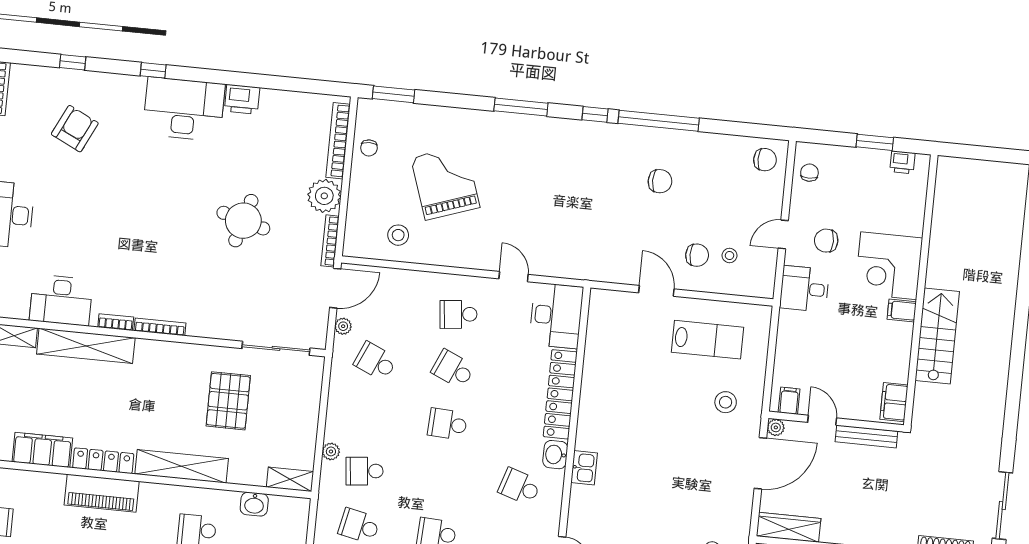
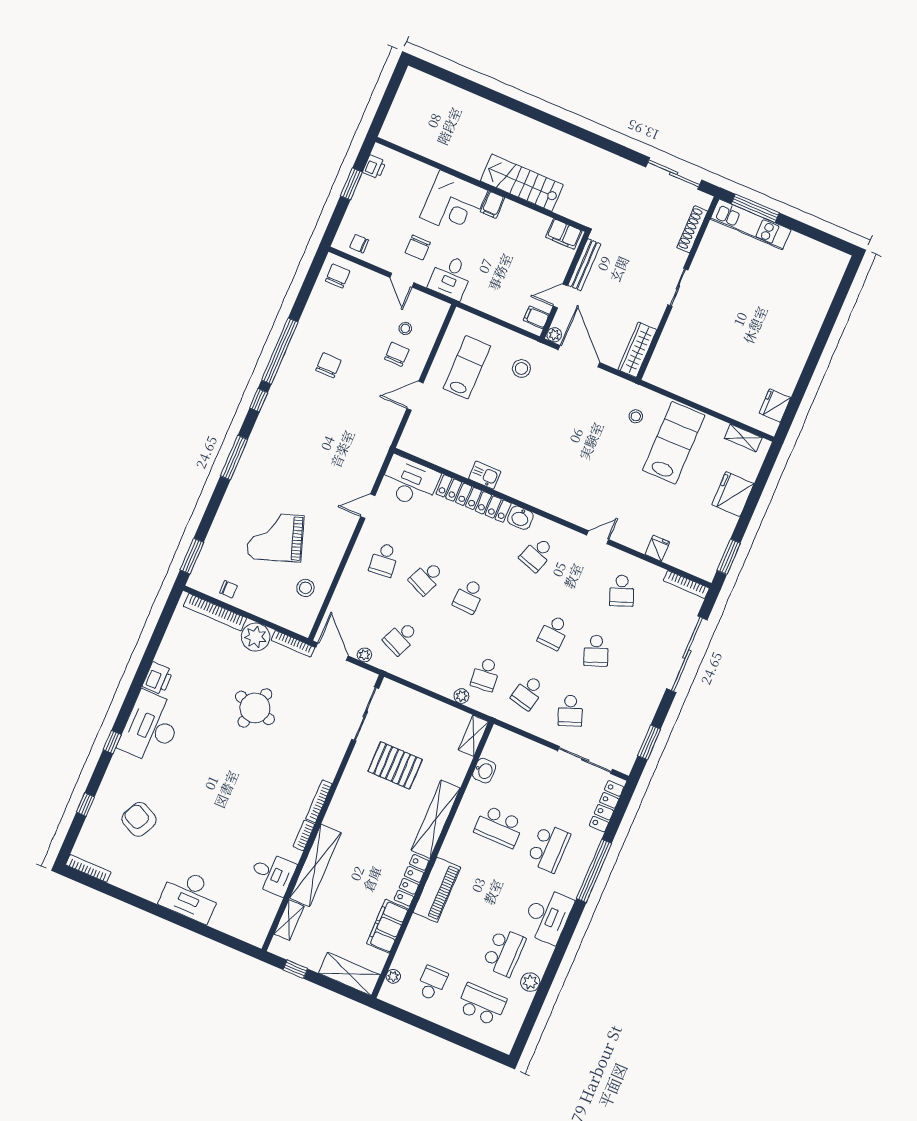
desk: (61, 300) -> (273, 874), width x0.73
kitchen sink: (584, 468) -> (485, 475), moved

